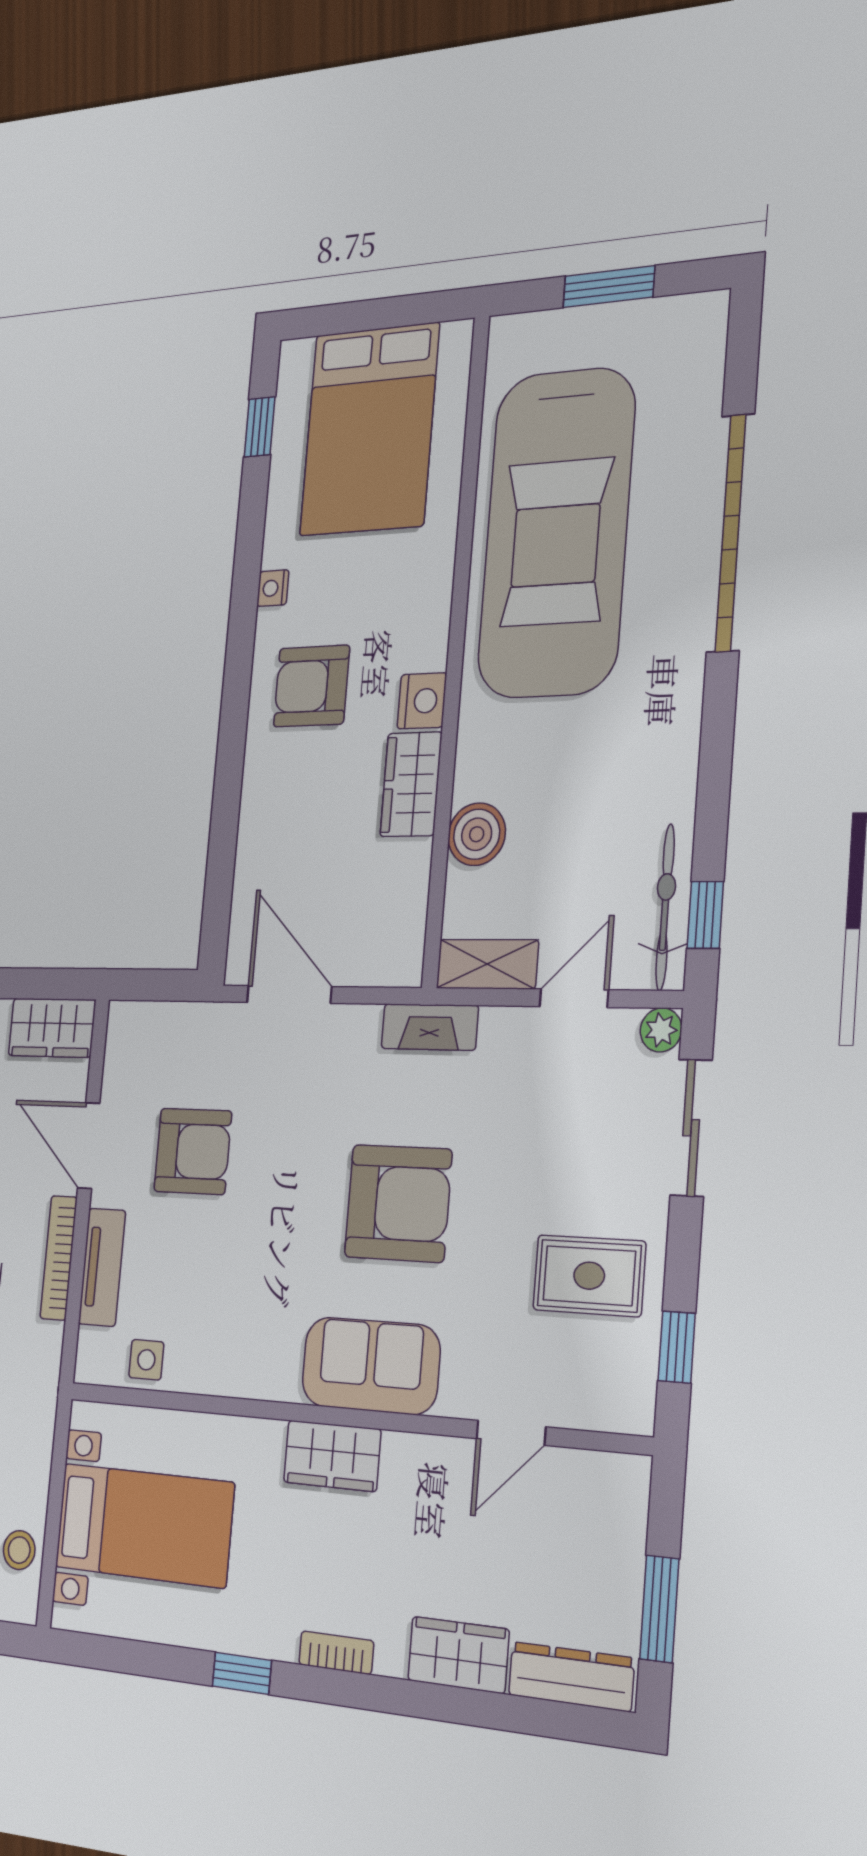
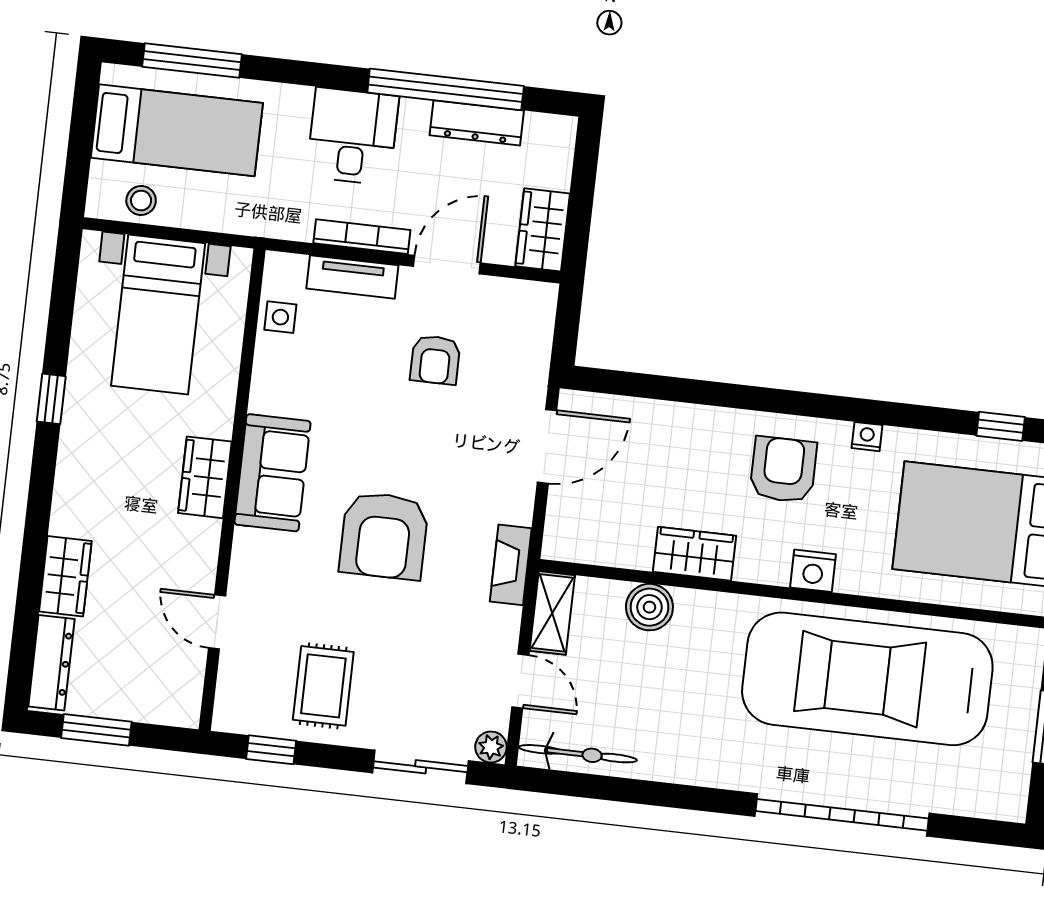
nightstand: (422, 701) -> (813, 571), moved
window: (705, 915) -> (569, 784), removed
armchair: (193, 1151) -> (435, 360), width x0.72, depth x0.72
sofa: (371, 1366) -> (272, 473), moved
bookcase: (336, 1653) -> (66, 478), removed

